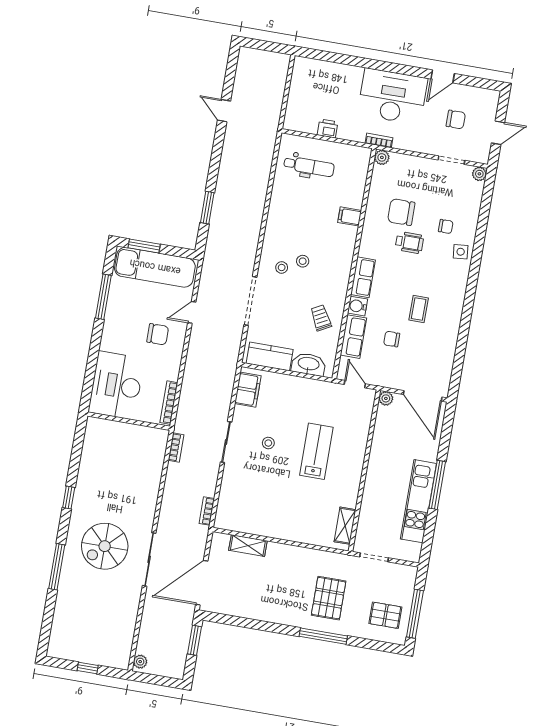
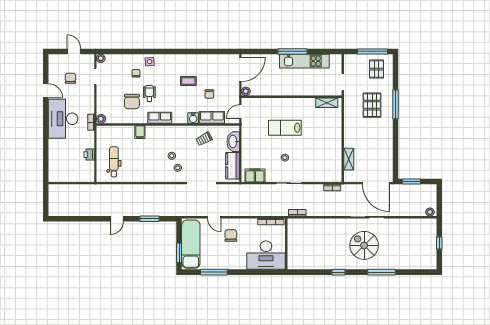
door: (224, 111) -> (117, 219), moved
row of seats: (363, 277) -> (160, 118), moved
spiral stairs: (105, 546) -> (364, 245), turned 180
pallet: (329, 598) -> (372, 105), turned 90

